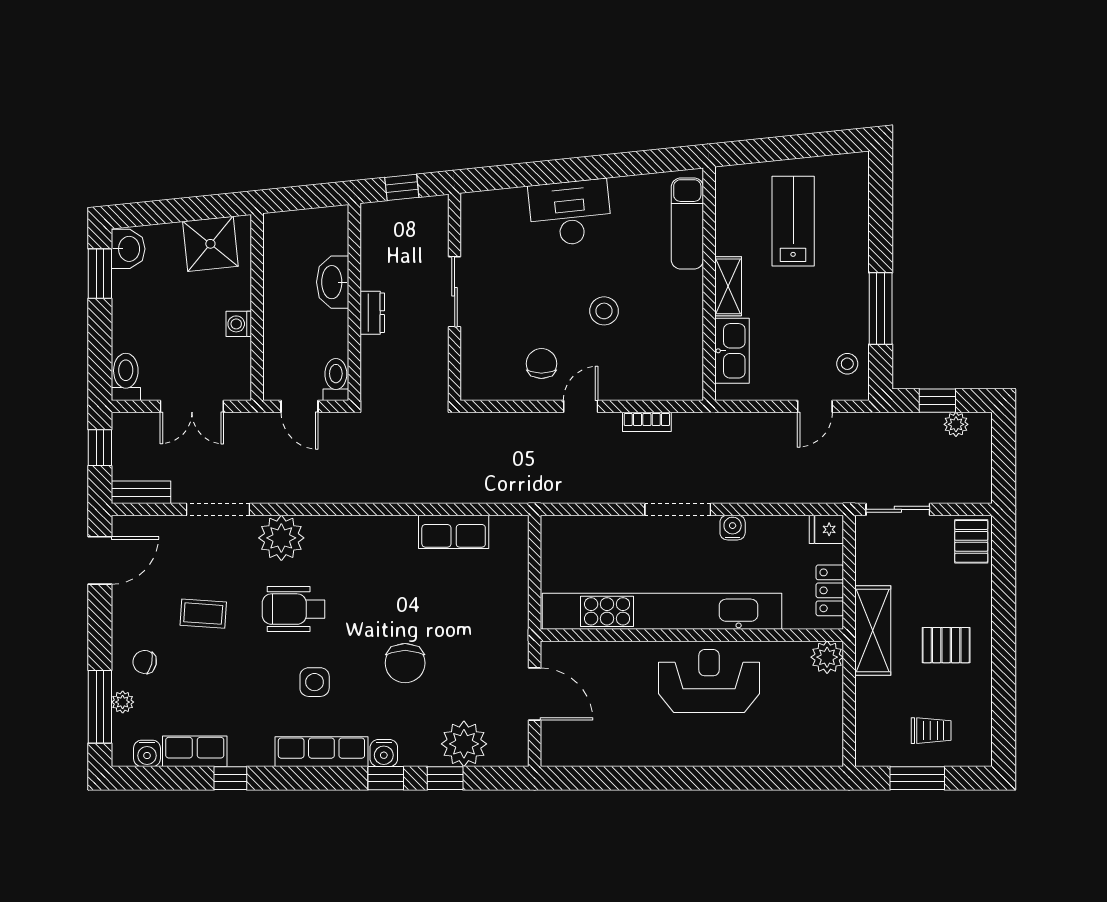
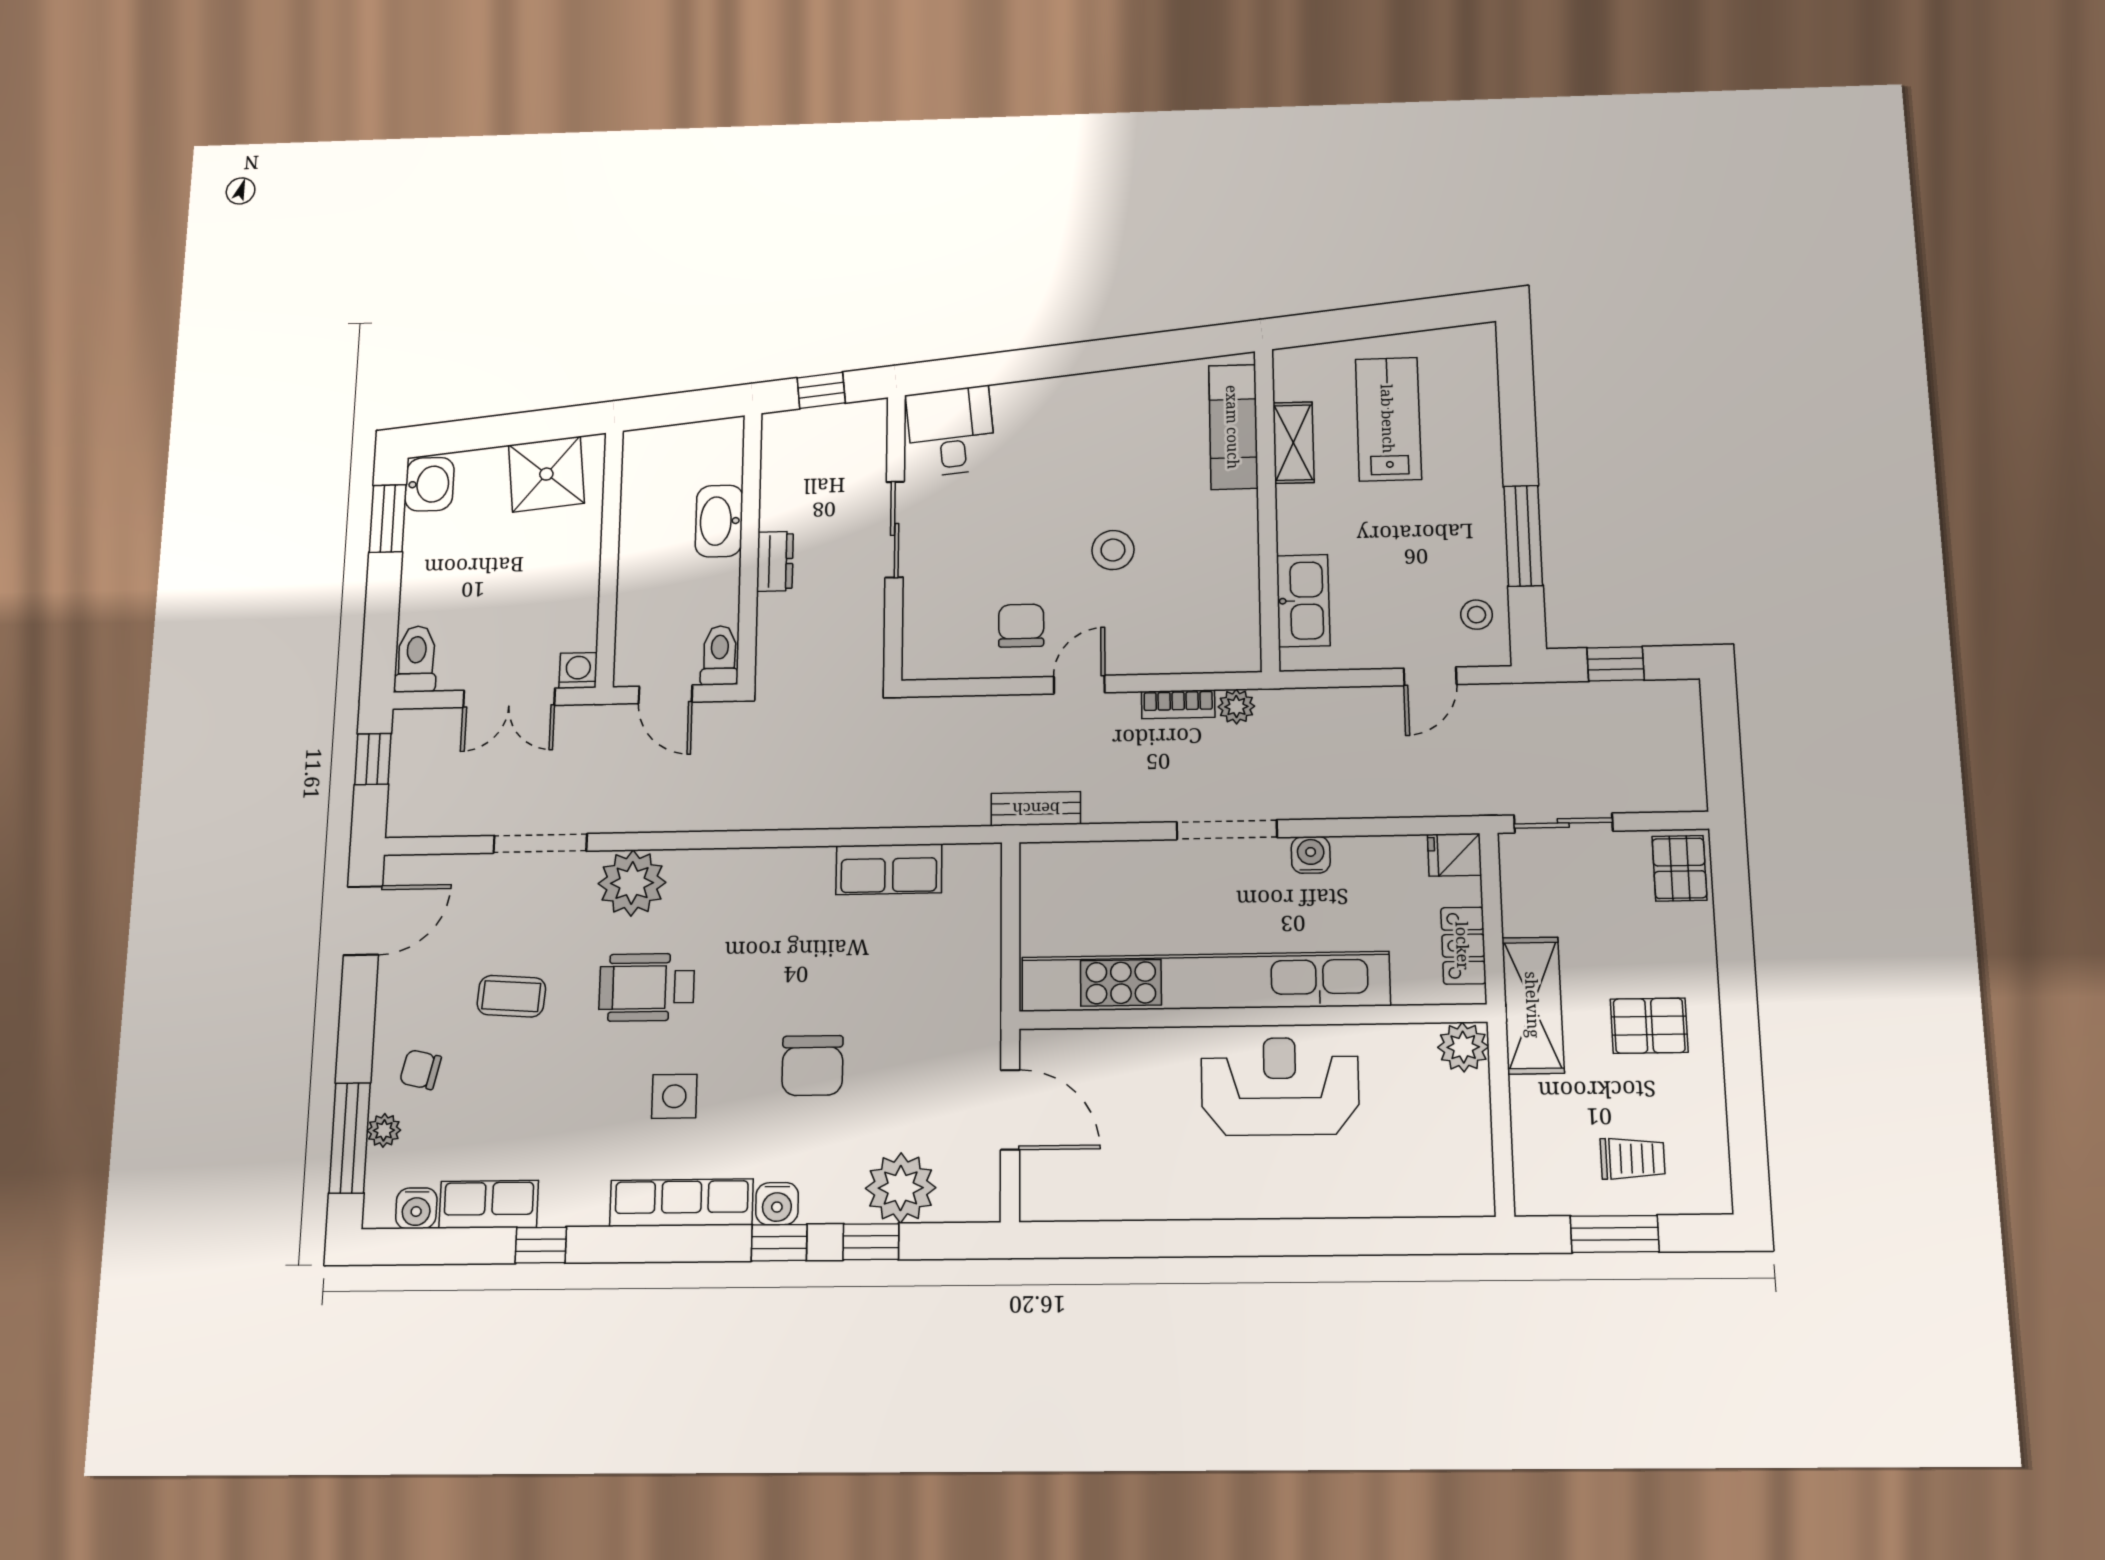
desk: (570, 213) -> (951, 431), moved, width x0.73
shelving: (728, 286) -> (1293, 443), moved
washing machine: (239, 324) -> (578, 670), moved, turned 90
plant: (956, 424) -> (1236, 707), moved
bench: (141, 492) -> (1036, 809), moved

